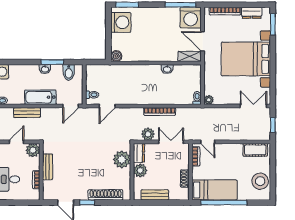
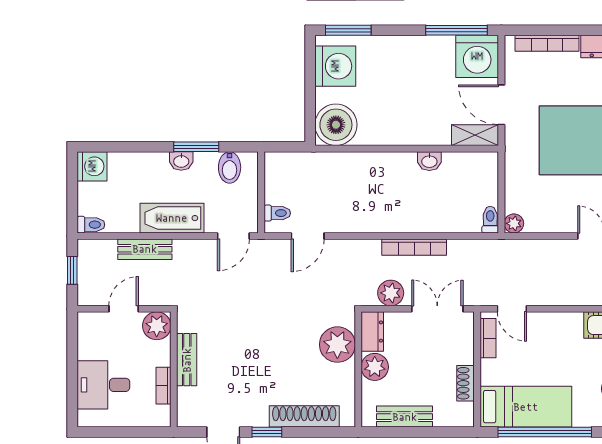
boiler: (116, 56) -> (336, 125), width x1.86, depth x1.86

